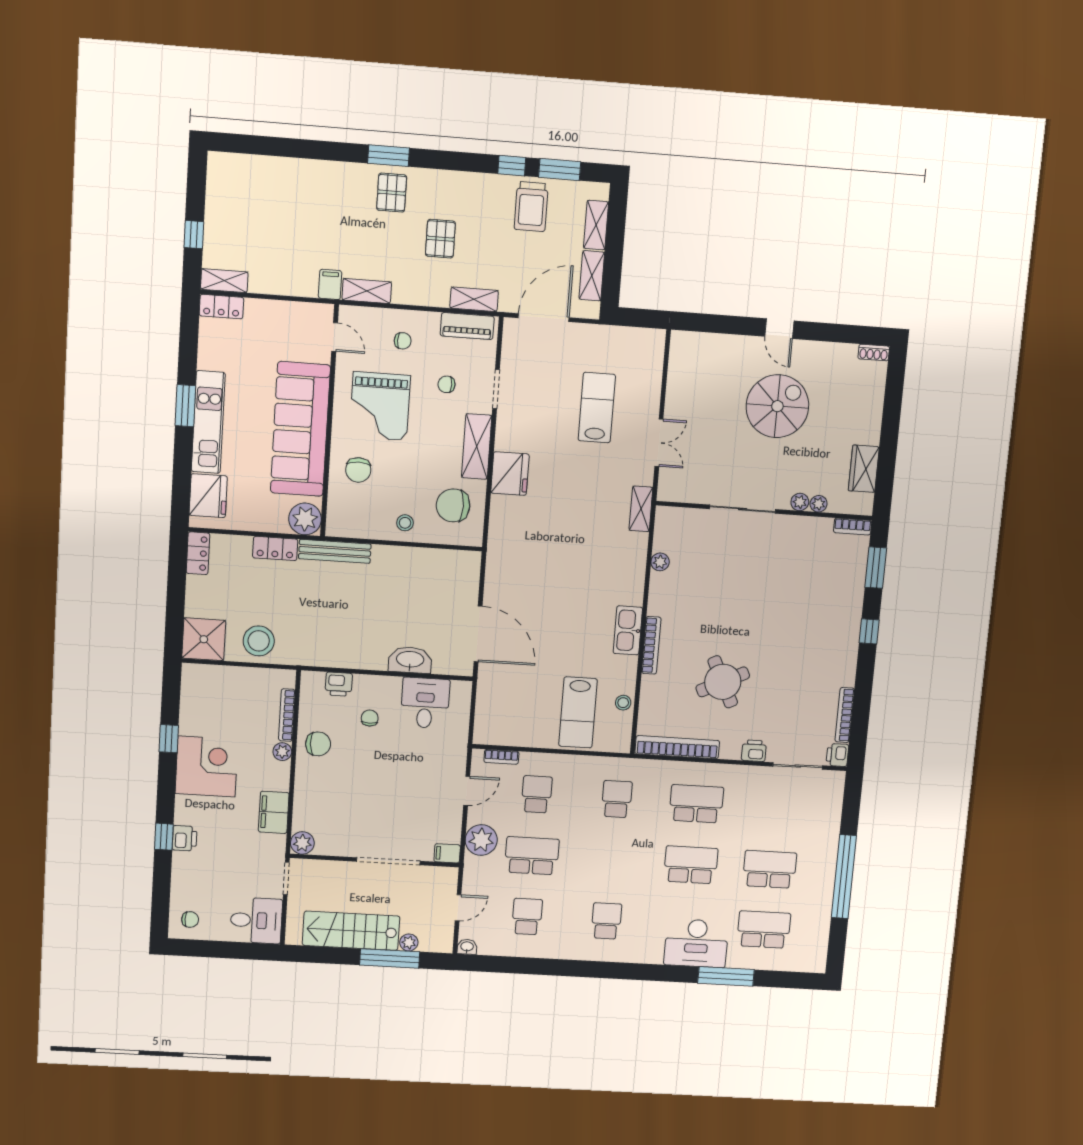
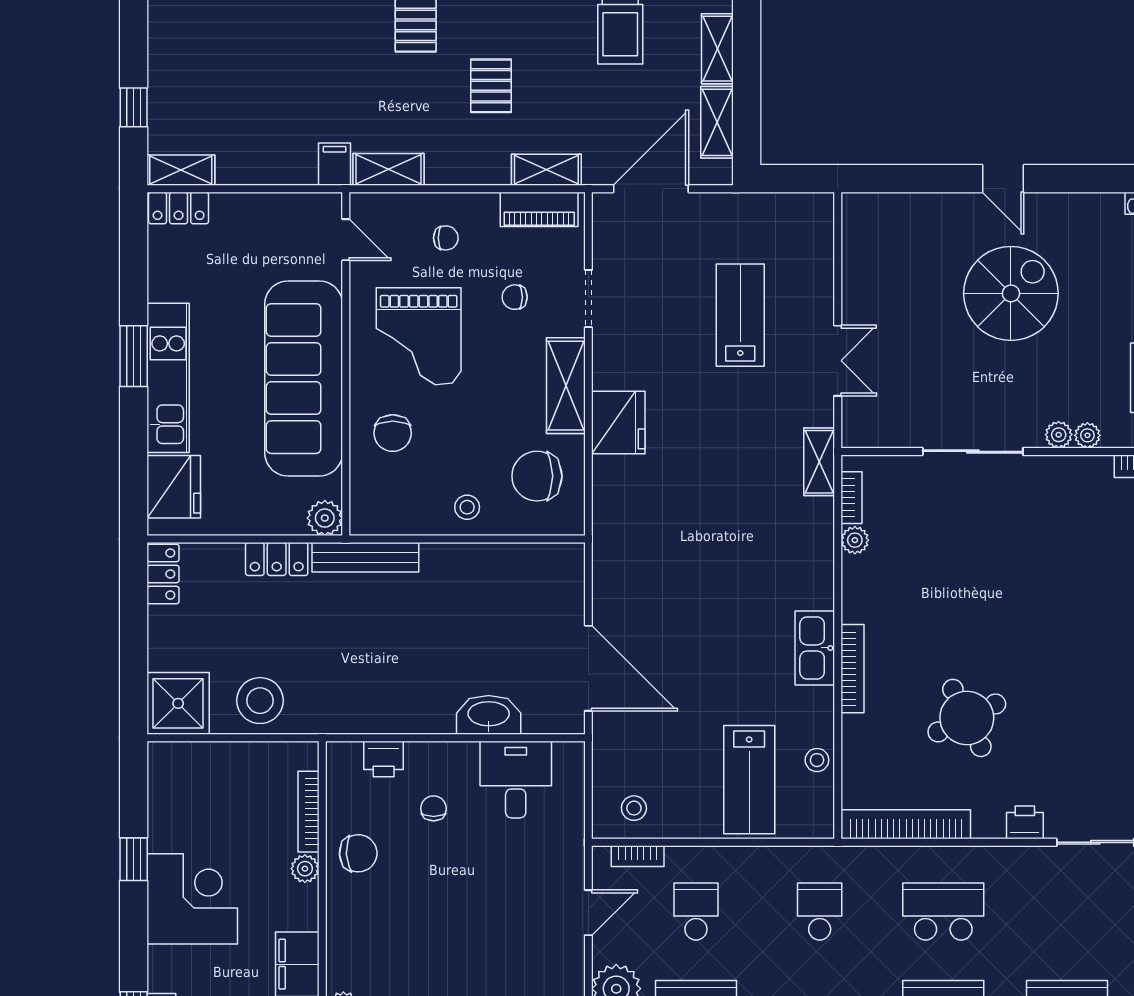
plant: (305, 519) -> (325, 518), width x0.73, depth x0.73
bookcase: (660, 534) -> (851, 498), added
stool: (501, 726) -> (634, 808), added

